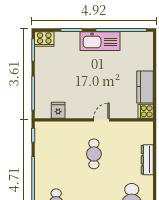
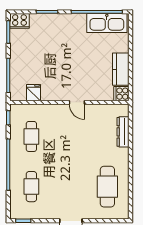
kitchen sink: (100, 41) -> (107, 23), moved
door: (101, 120) -> (77, 102), swing flipped
cafe table: (94, 154) -> (31, 136), moved
dresser: (147, 160) -> (123, 132), moved

